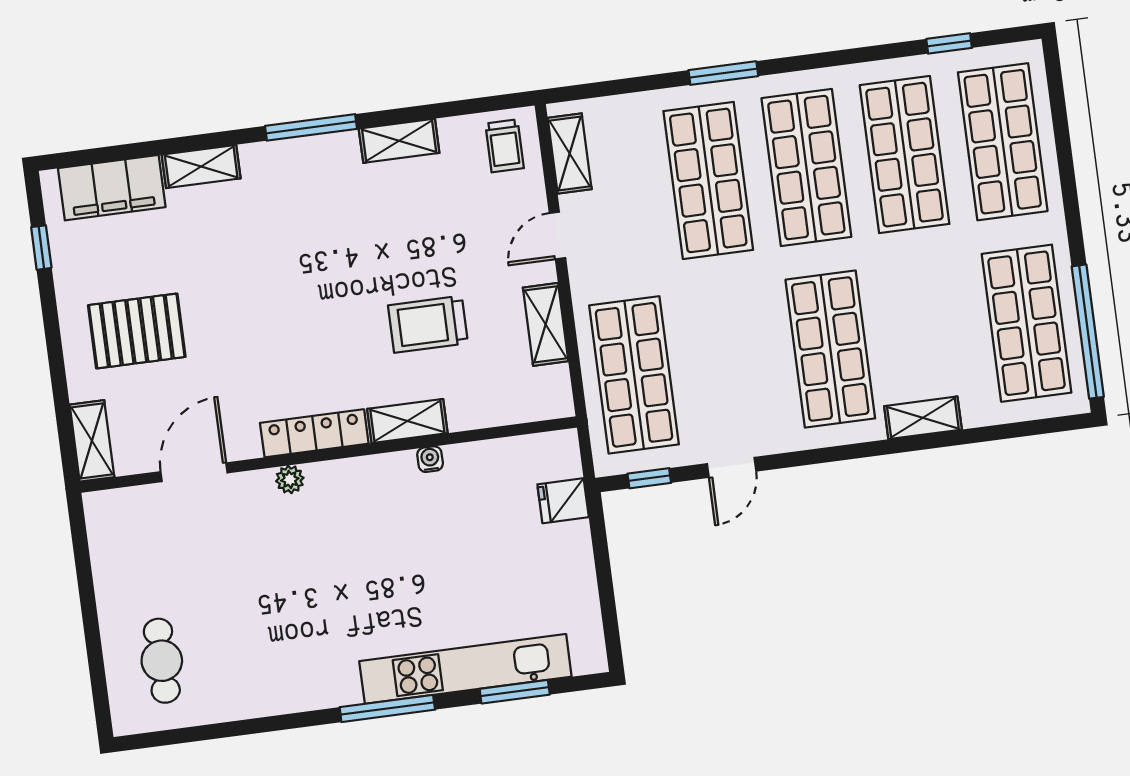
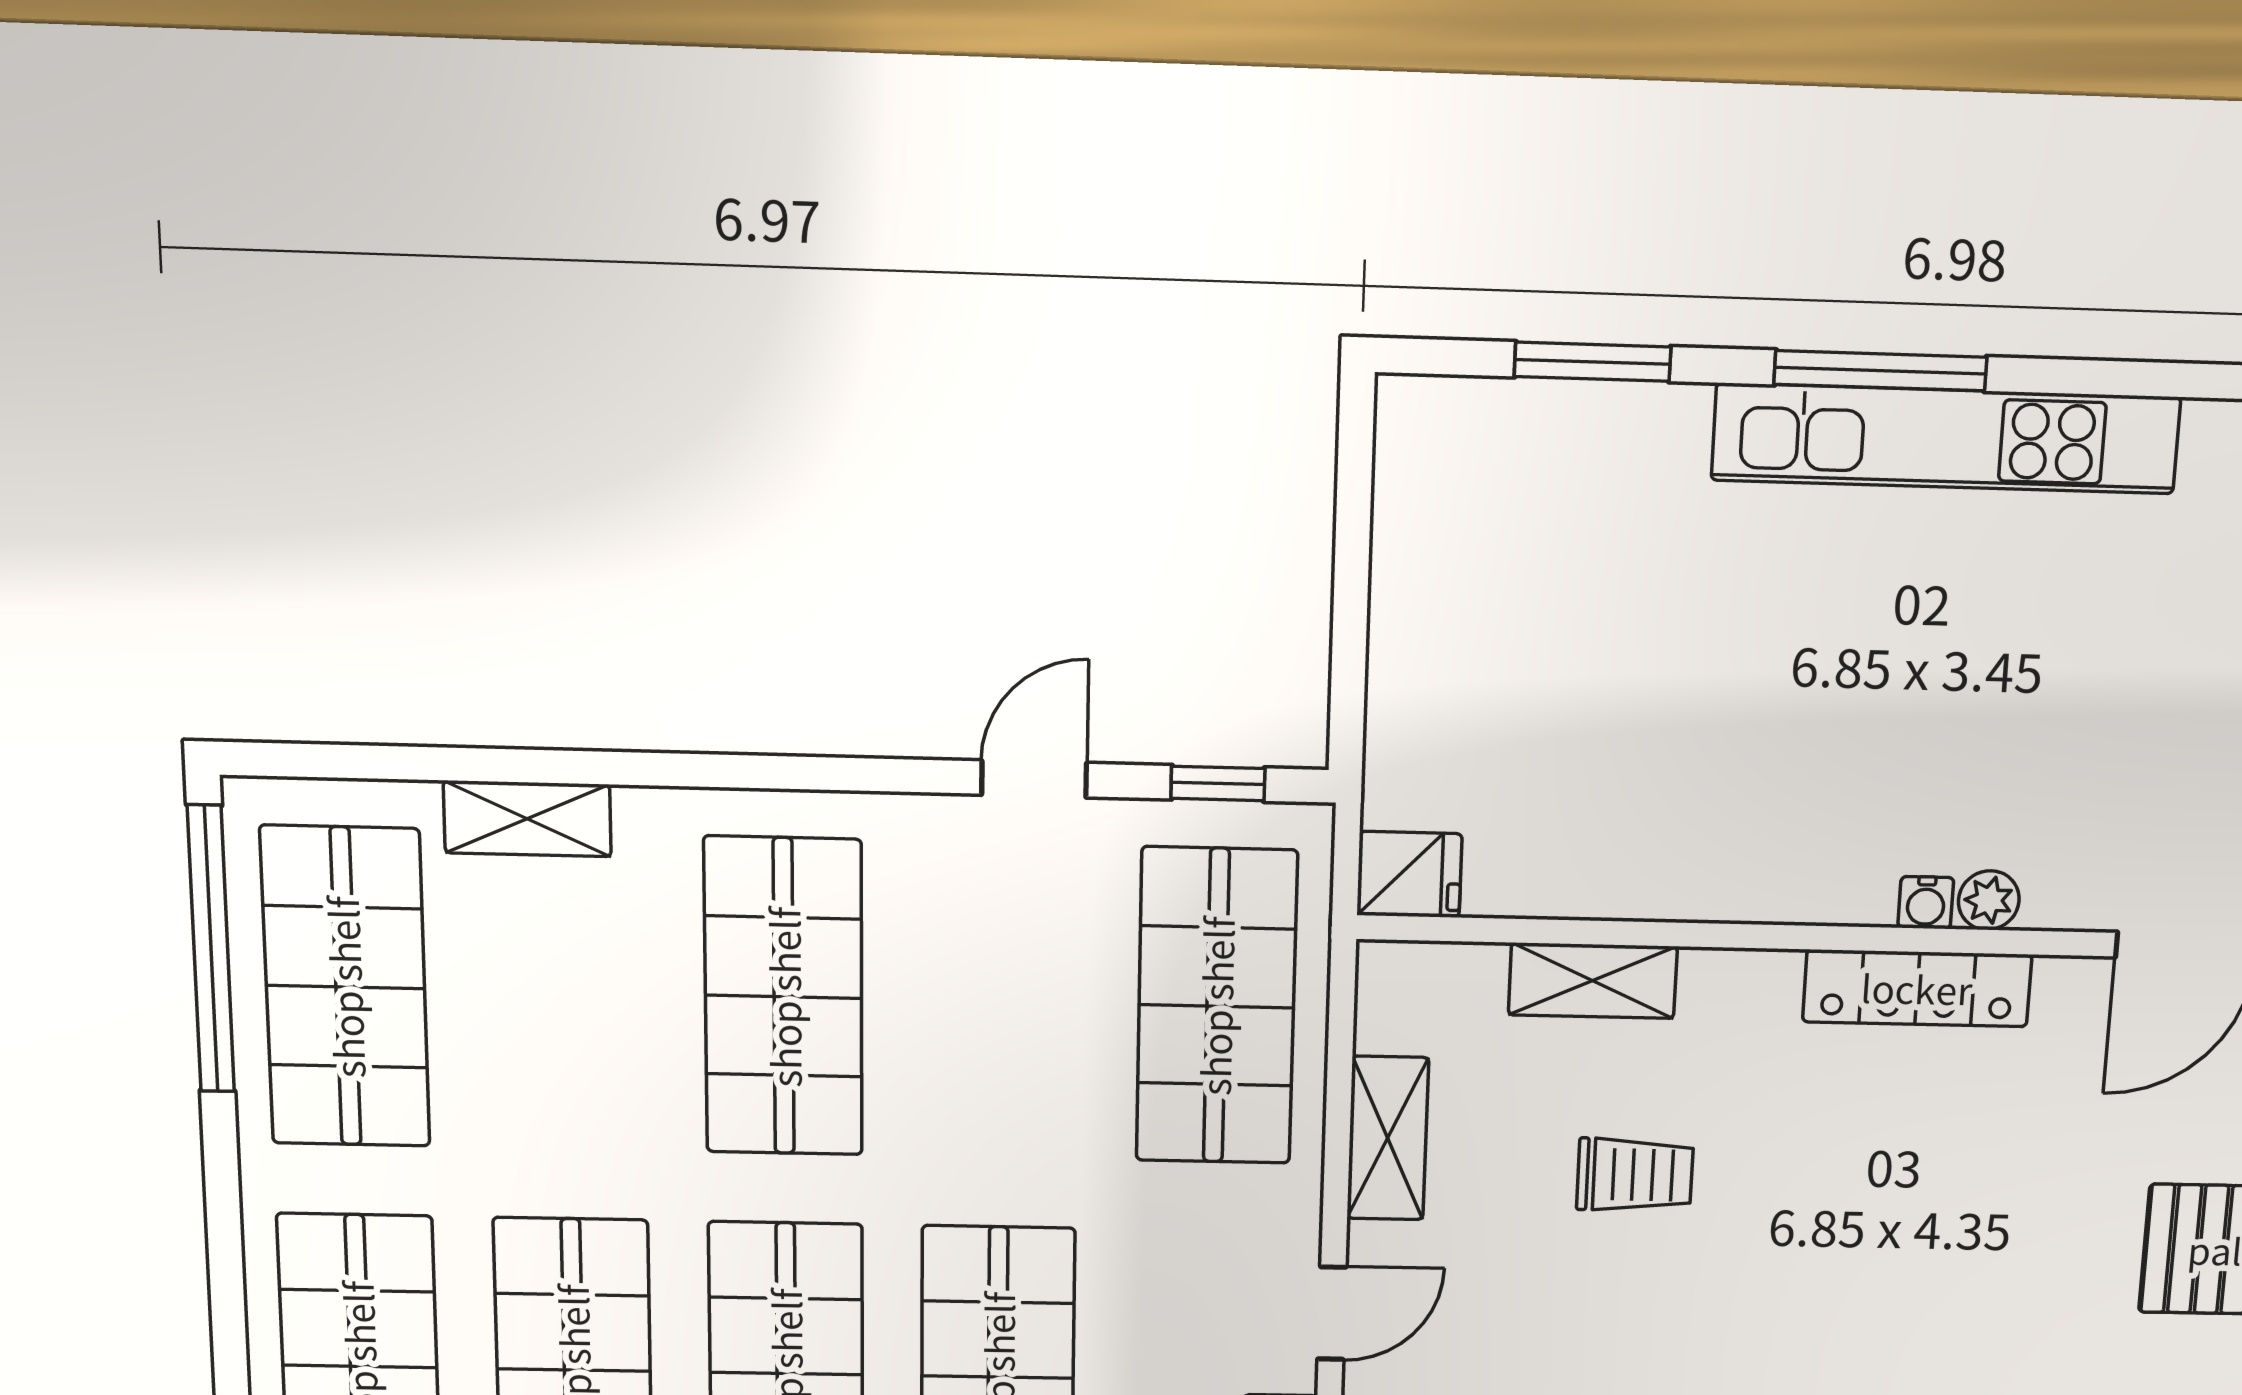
trolley: (428, 324) -> (1635, 1175), width x0.73, depth x0.72
shelving: (923, 418) -> (527, 819), moved
shelving: (407, 421) -> (1593, 981), moved
water cooler: (430, 459) -> (1926, 903), moved
fridge: (563, 501) -> (1409, 874), moved
kitchen unit: (465, 669) -> (1946, 439), moved

